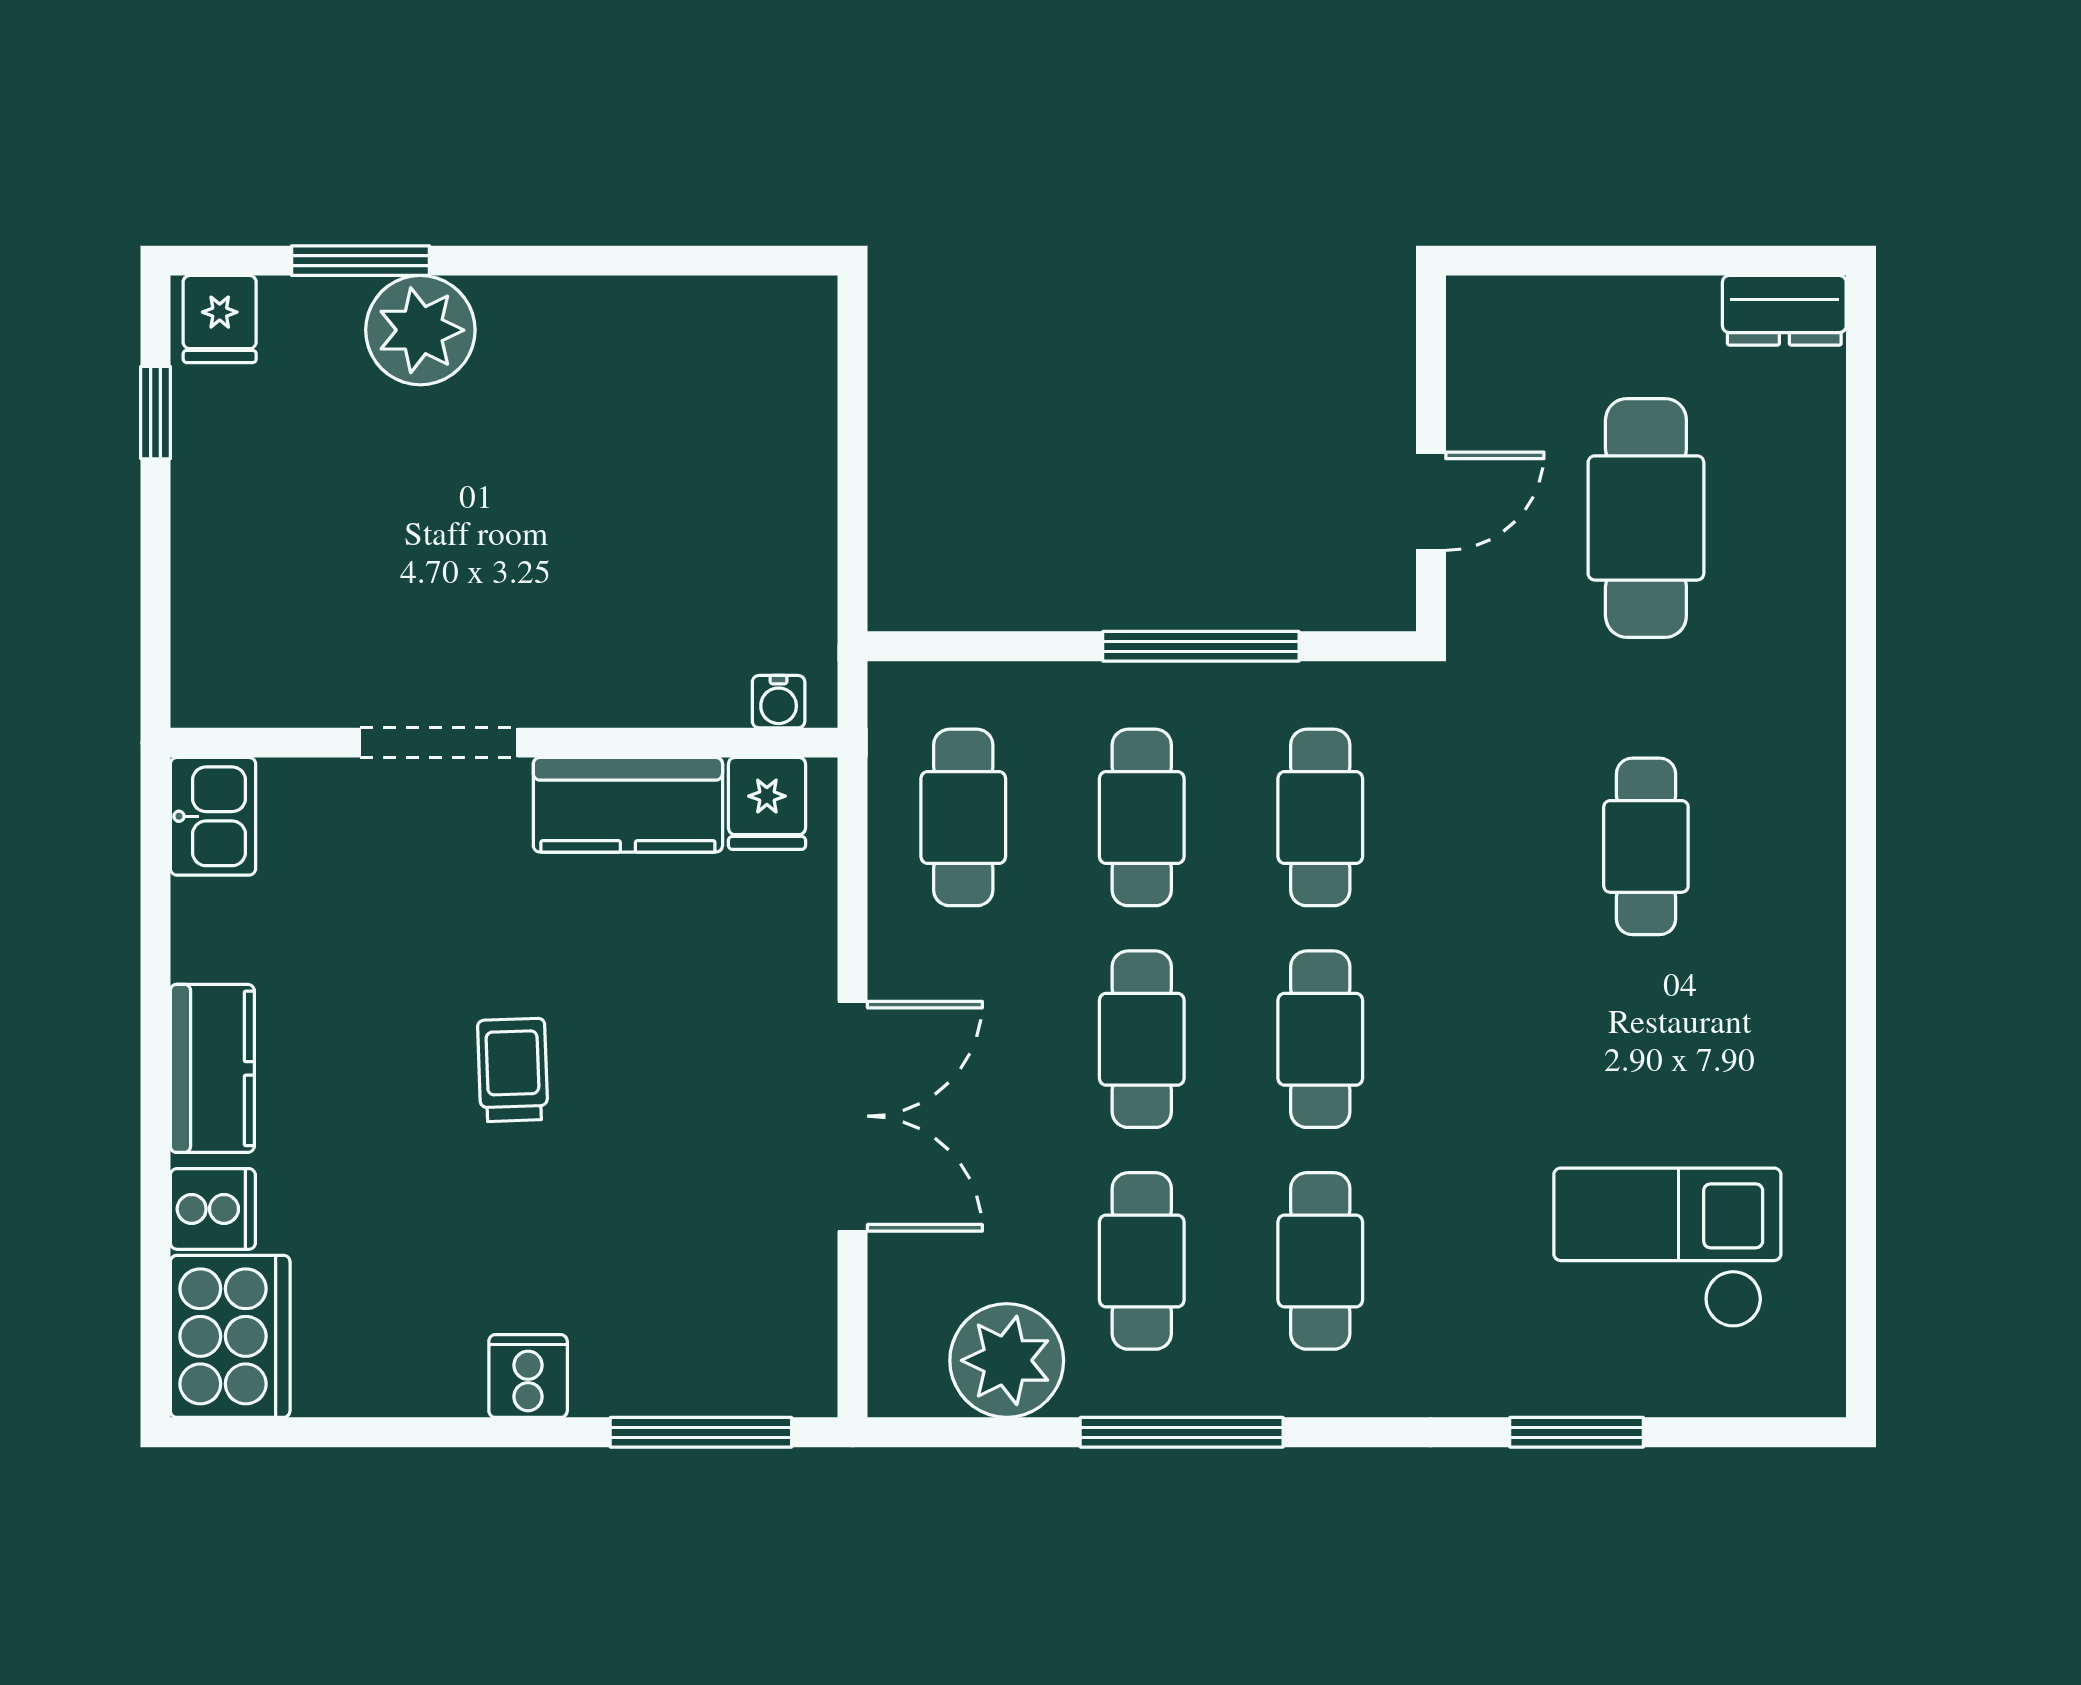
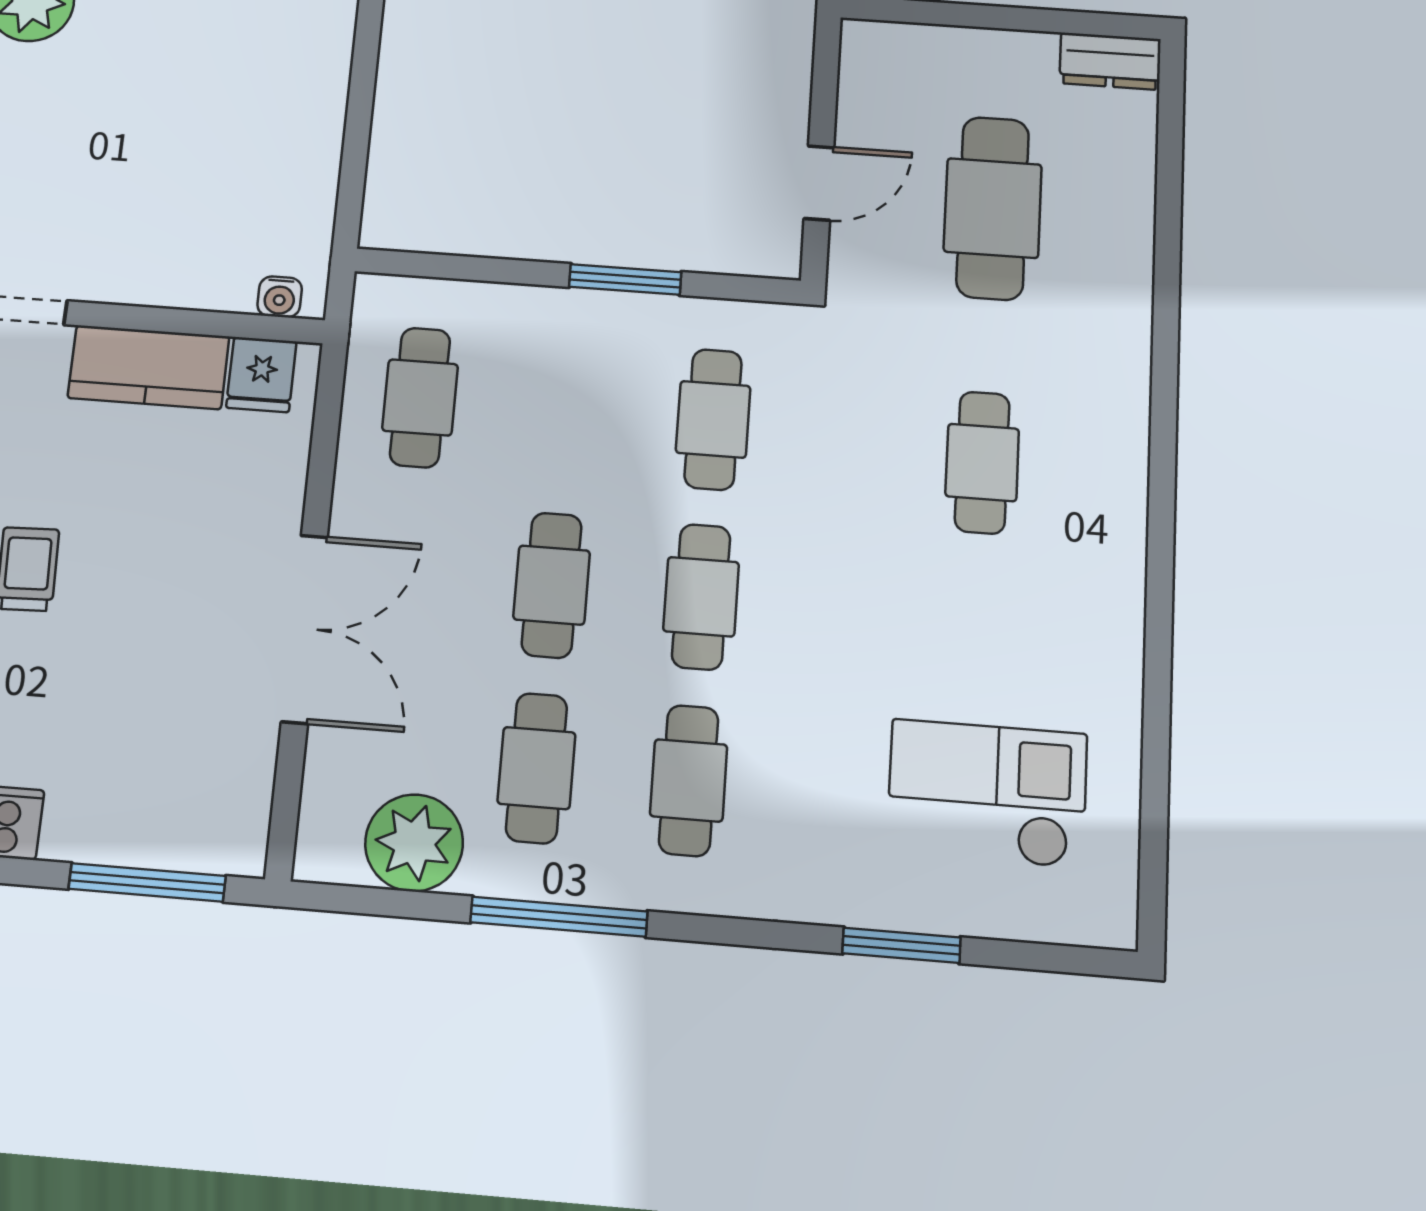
window: (1201, 646) -> (625, 279), width x0.69
cafe table: (1142, 817) -> (566, 408), removed

